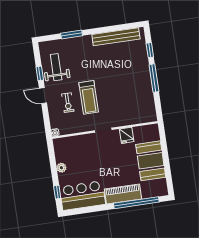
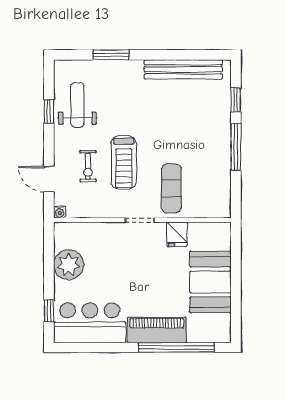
door: (43, 96) -> (49, 179), moved
exercise mat: (119, 109) -> (171, 188), added
plant: (61, 168) -> (69, 265), width x1.88, depth x1.88

